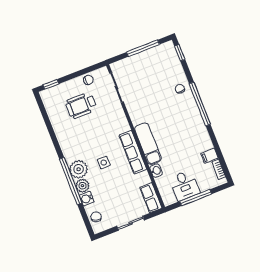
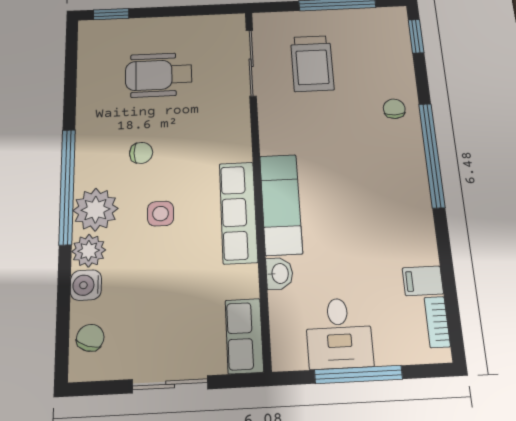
chair: (88, 80) -> (141, 153), moved
trolley: (141, 80) -> (312, 63), added
window: (71, 181) -> (67, 186), moved

